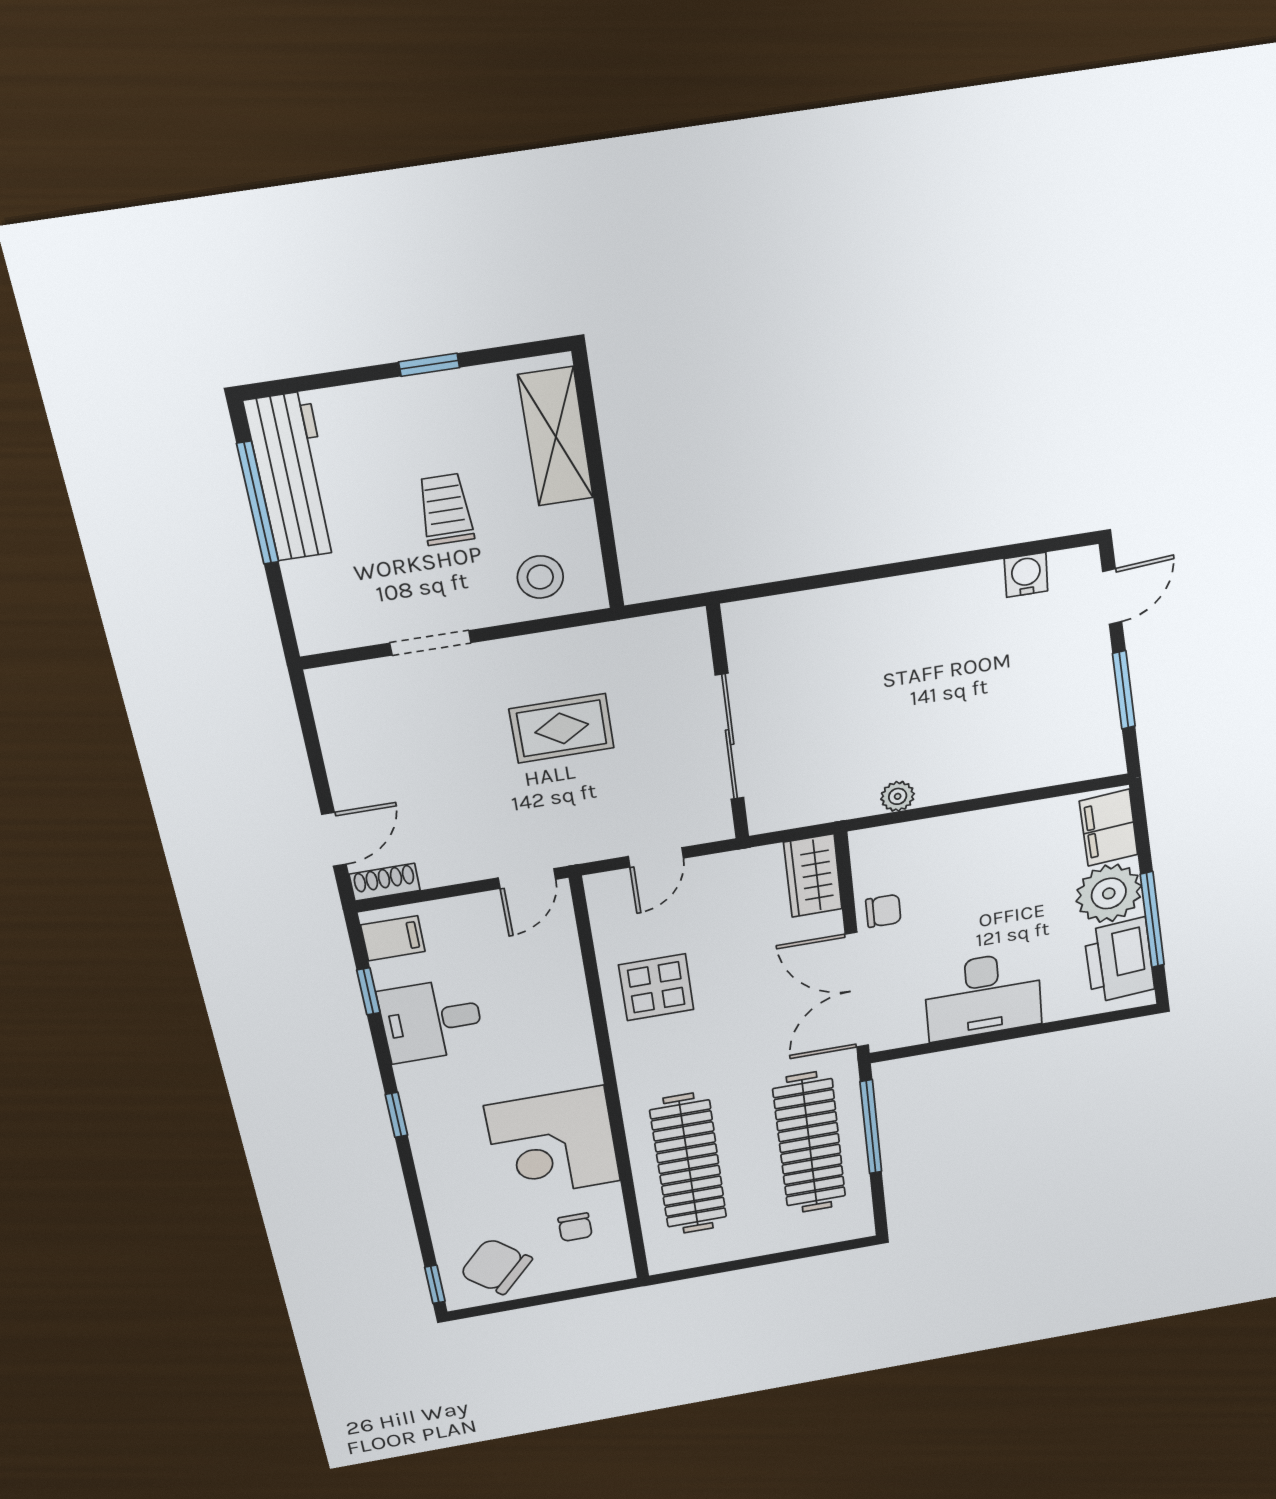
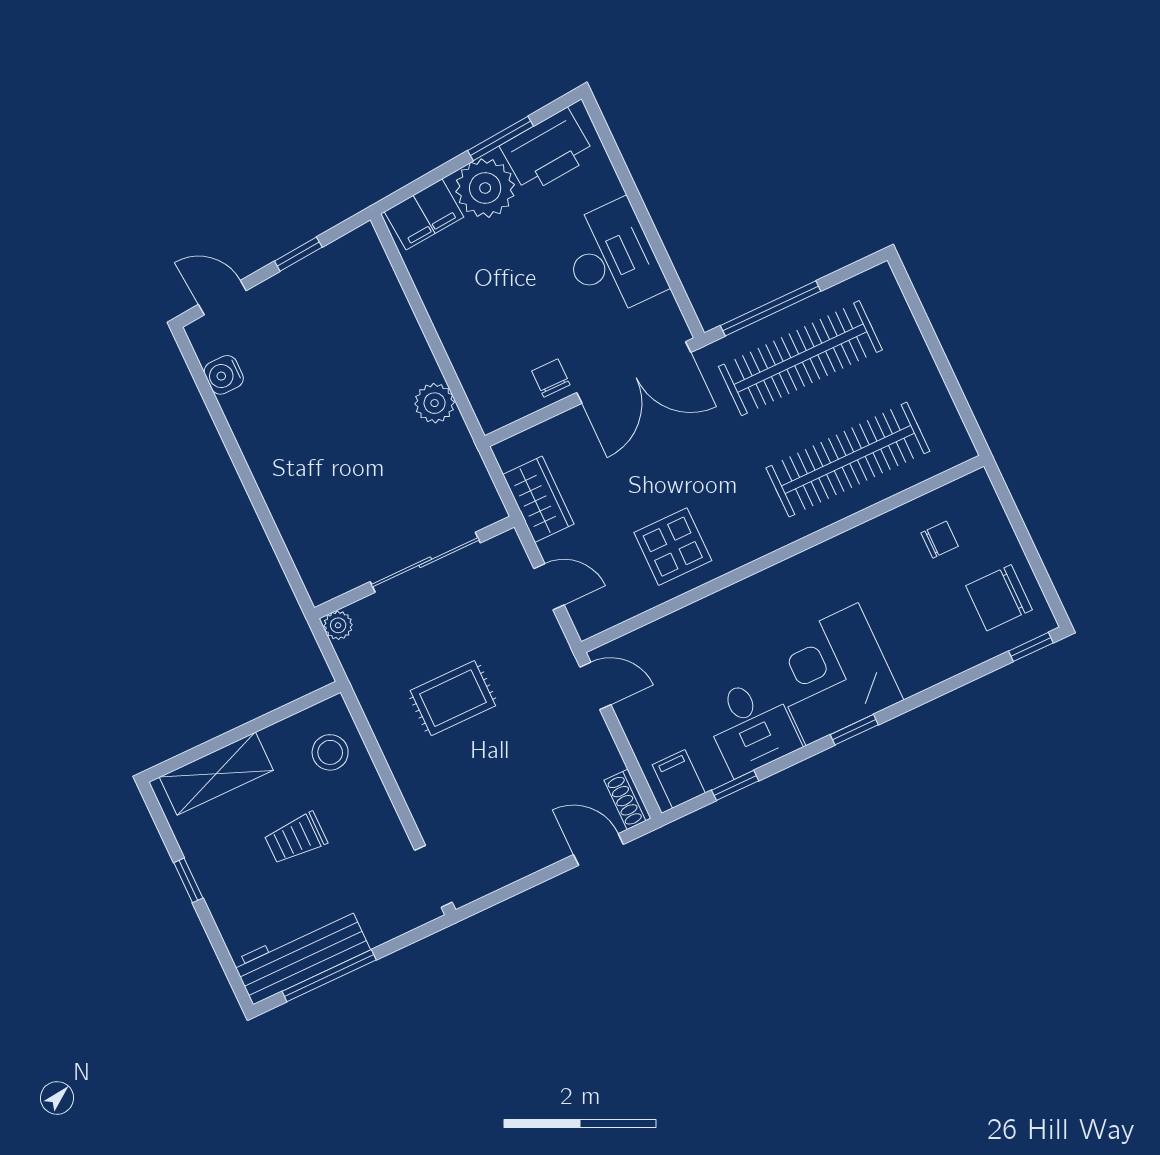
plant: (690, 625) -> (338, 625), added
doorway: (430, 643) -> (433, 876), moved
window: (1124, 690) -> (298, 254), width x0.67
rug: (562, 728) -> (453, 698), turned 90
plant: (898, 796) -> (435, 403), width x1.38, depth x1.38
wardrobe: (813, 876) -> (538, 499), moved, turned -90
window: (1152, 920) -> (501, 138), width x0.69
corner desk: (553, 1143) -> (832, 674), moved, turned 180
chair: (496, 1267) -> (999, 598), turned 48

